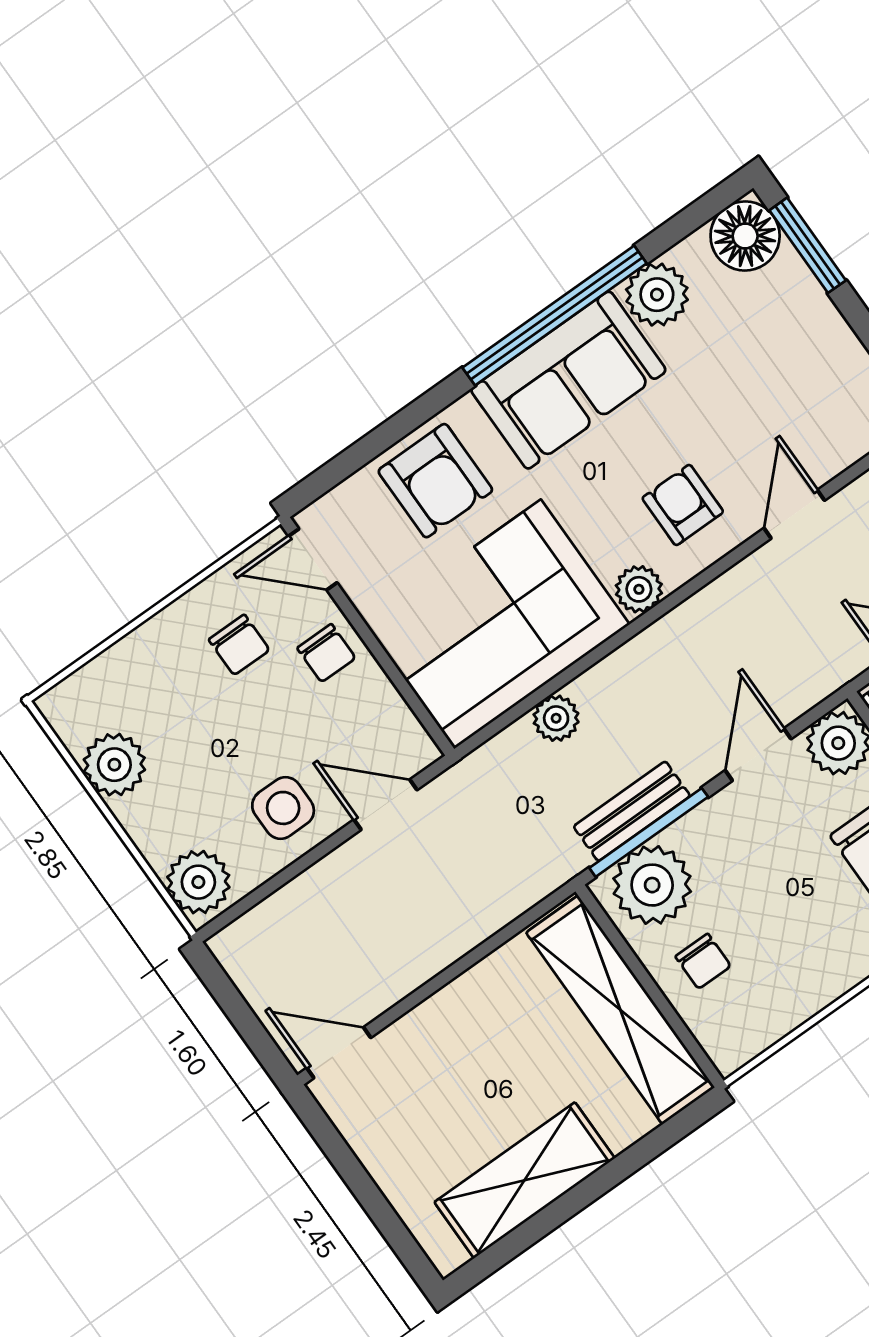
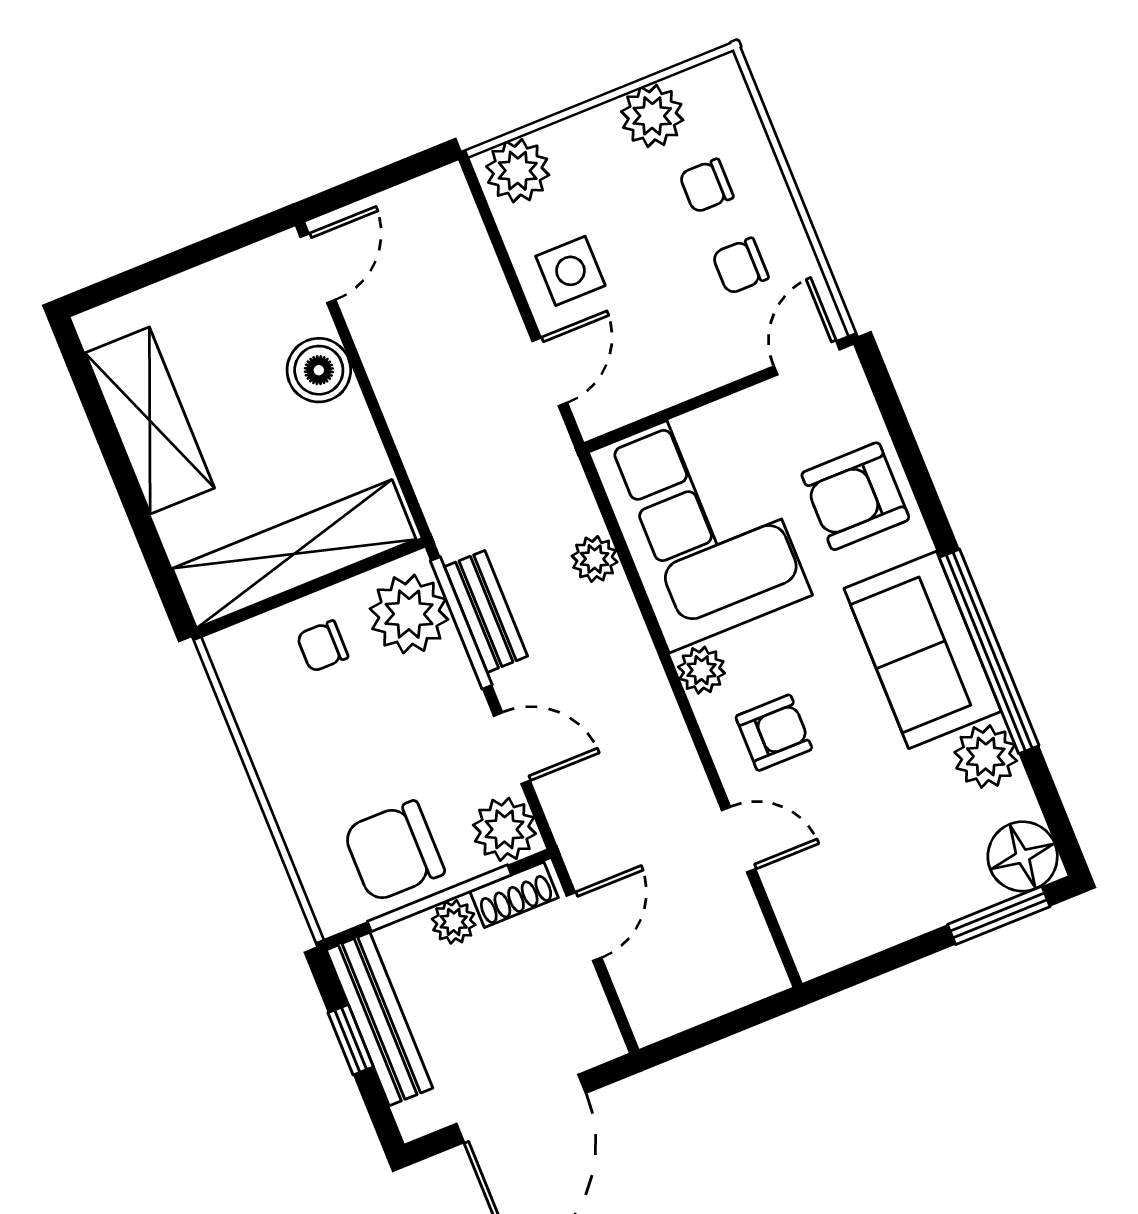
chair: (326, 653) -> (706, 186), moved
boiler: (437, 1028) -> (319, 370), added

